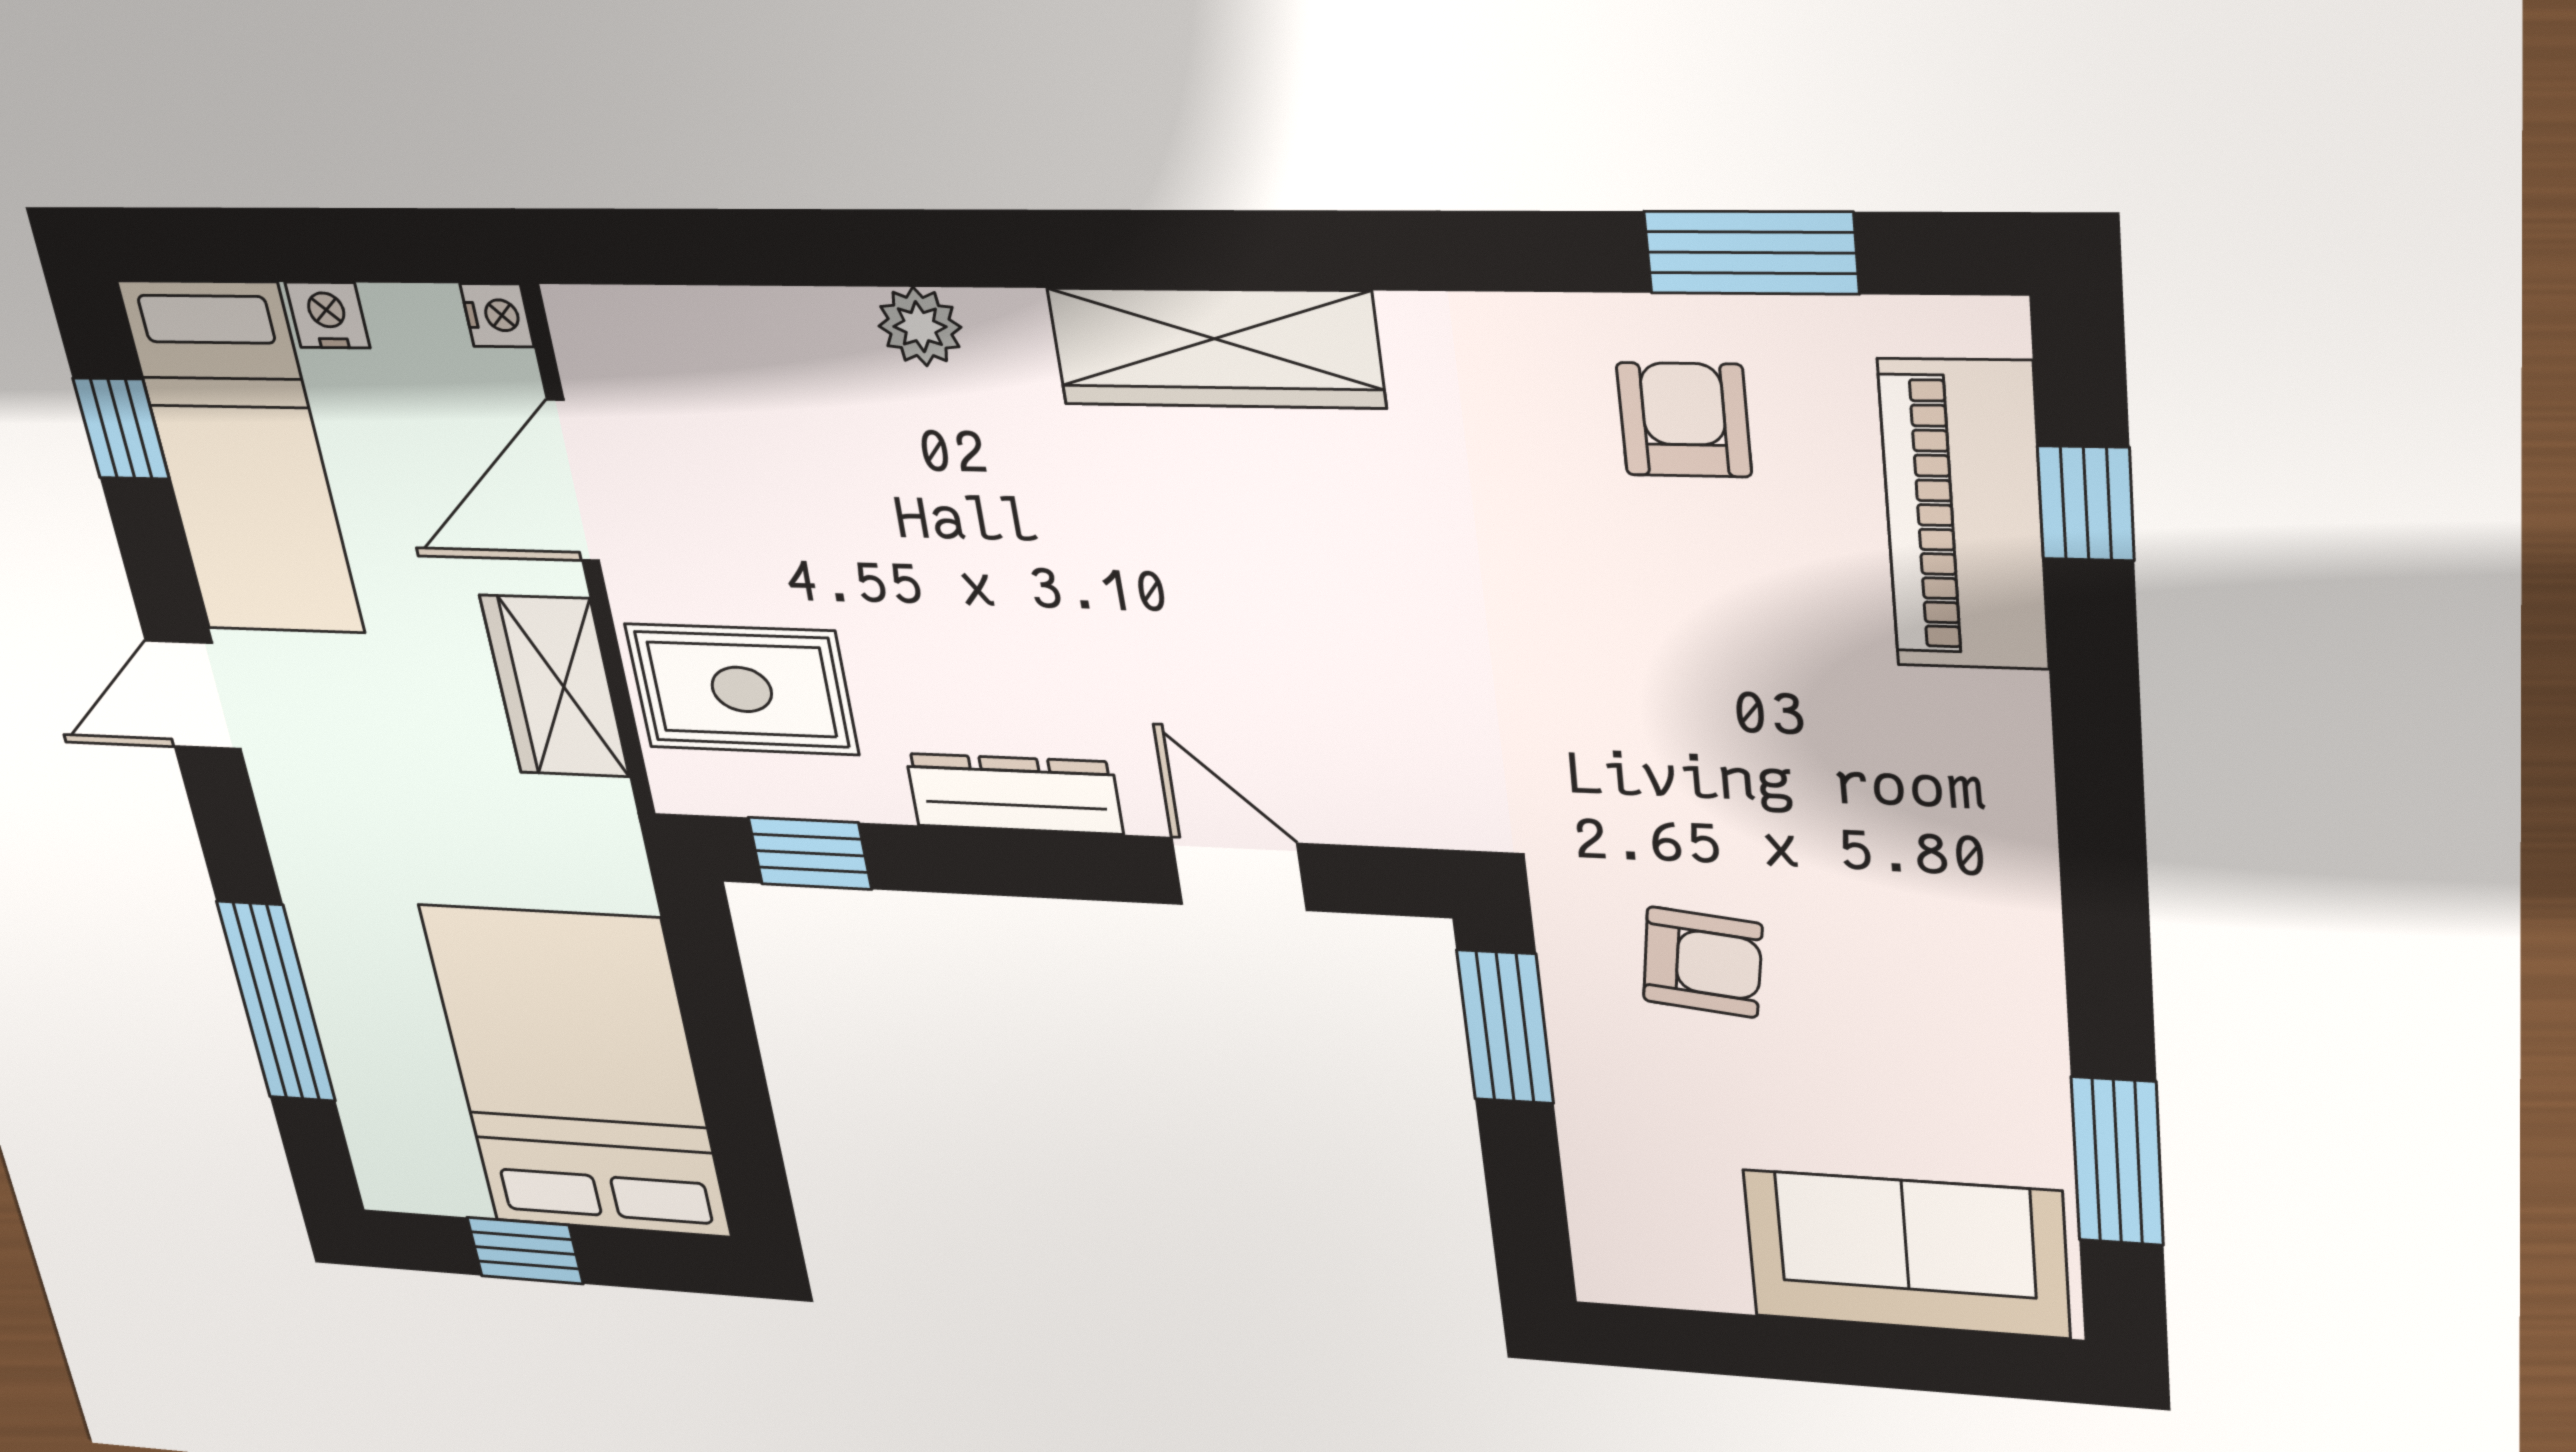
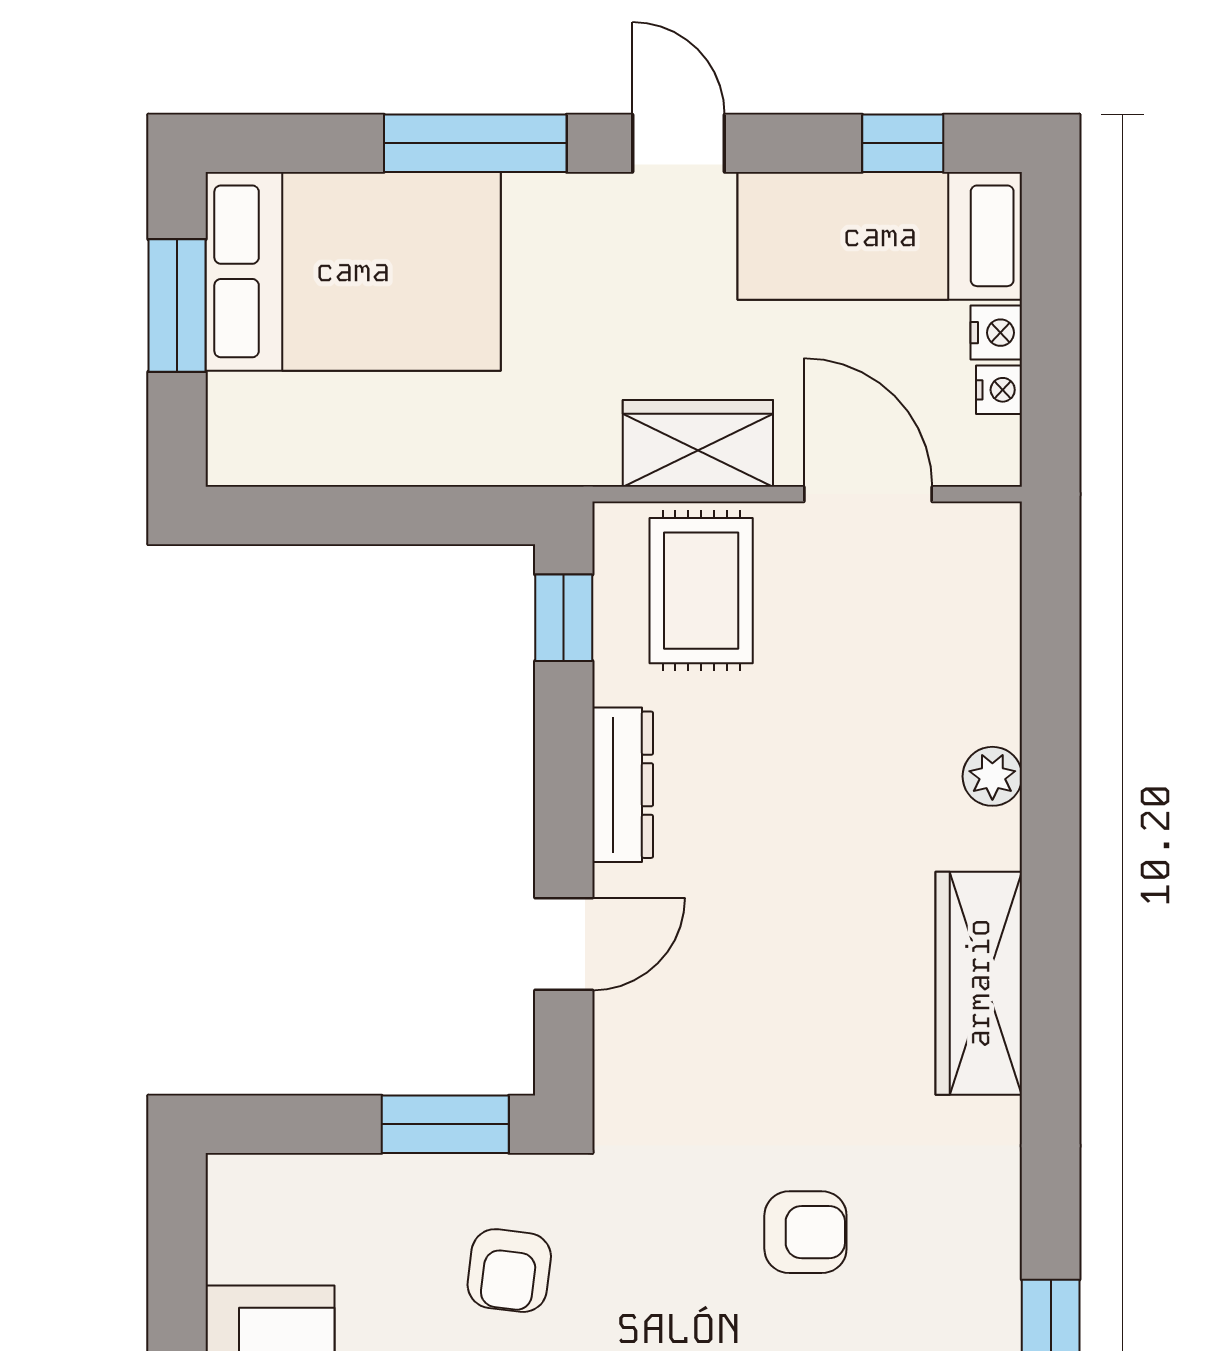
nightstand: (497, 315) -> (999, 390), moved, turned -90
armchair: (1684, 420) -> (805, 1232), moved
window: (276, 1002) -> (475, 143), moved
bed: (577, 1073) -> (353, 271), moved
window: (525, 1251) -> (177, 305), width x1.50

